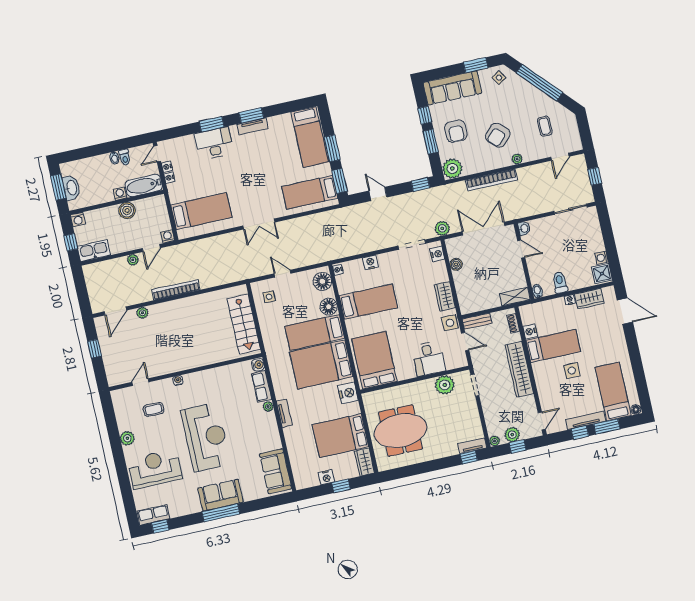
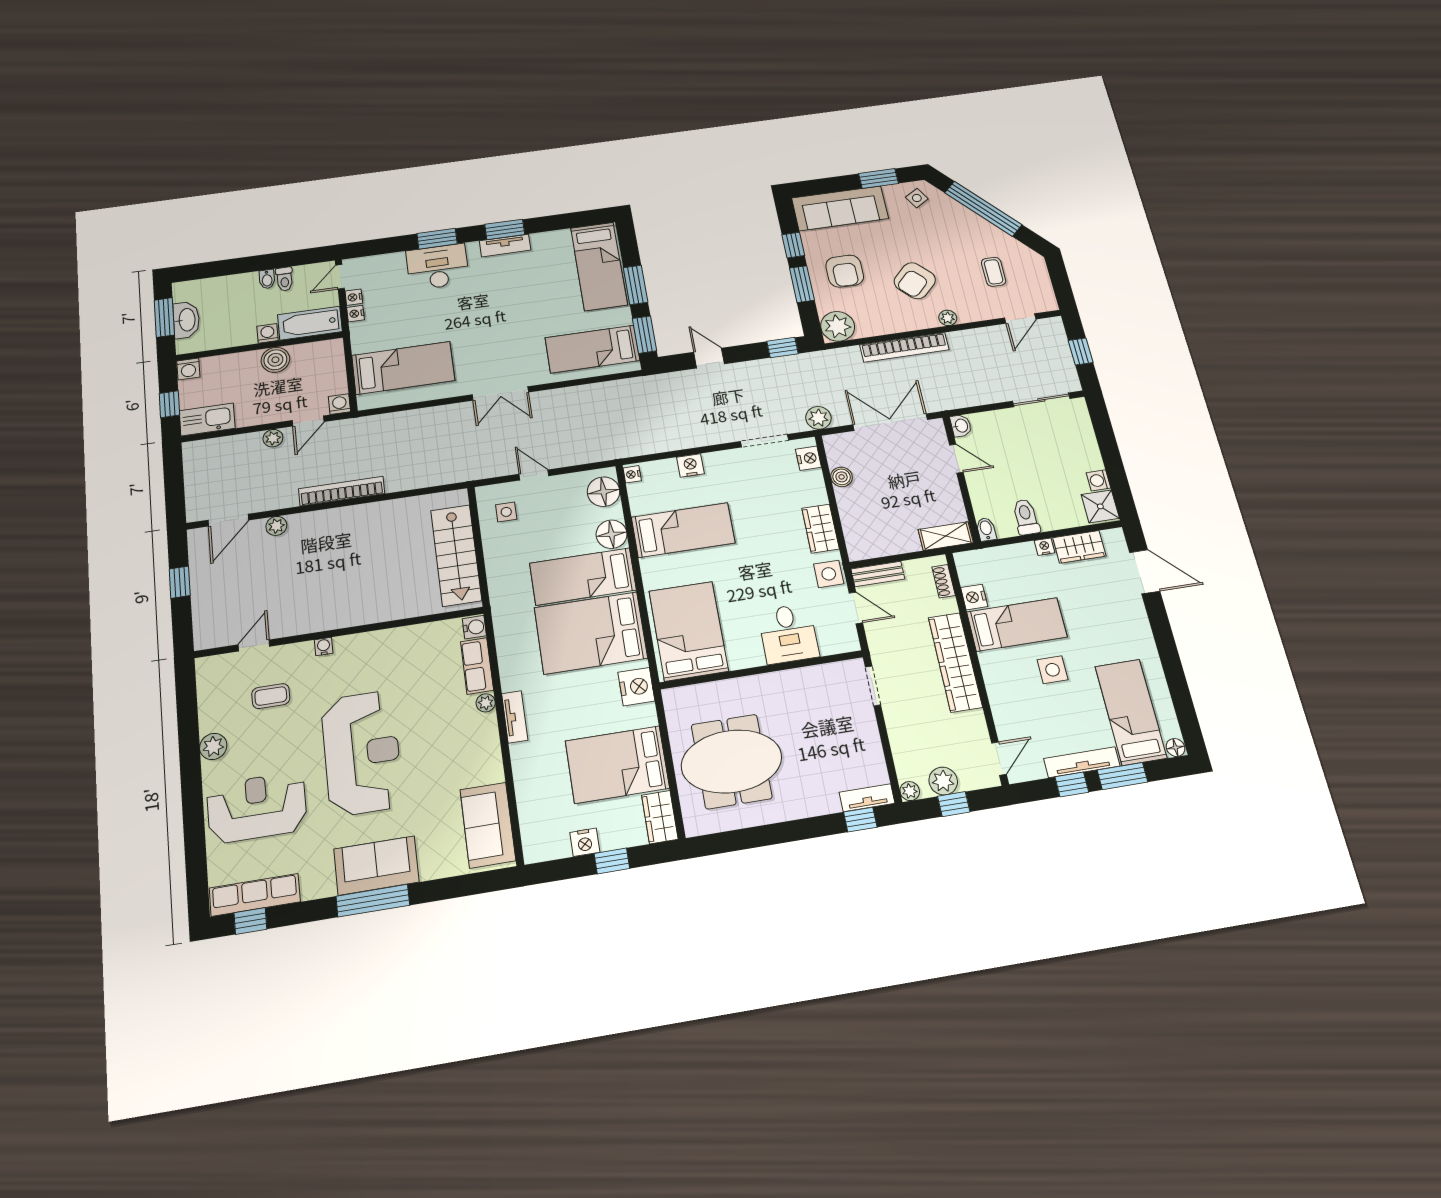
plant: (445, 385) -> (817, 682), removed
row of seats: (153, 515) -> (255, 895), width x1.48

